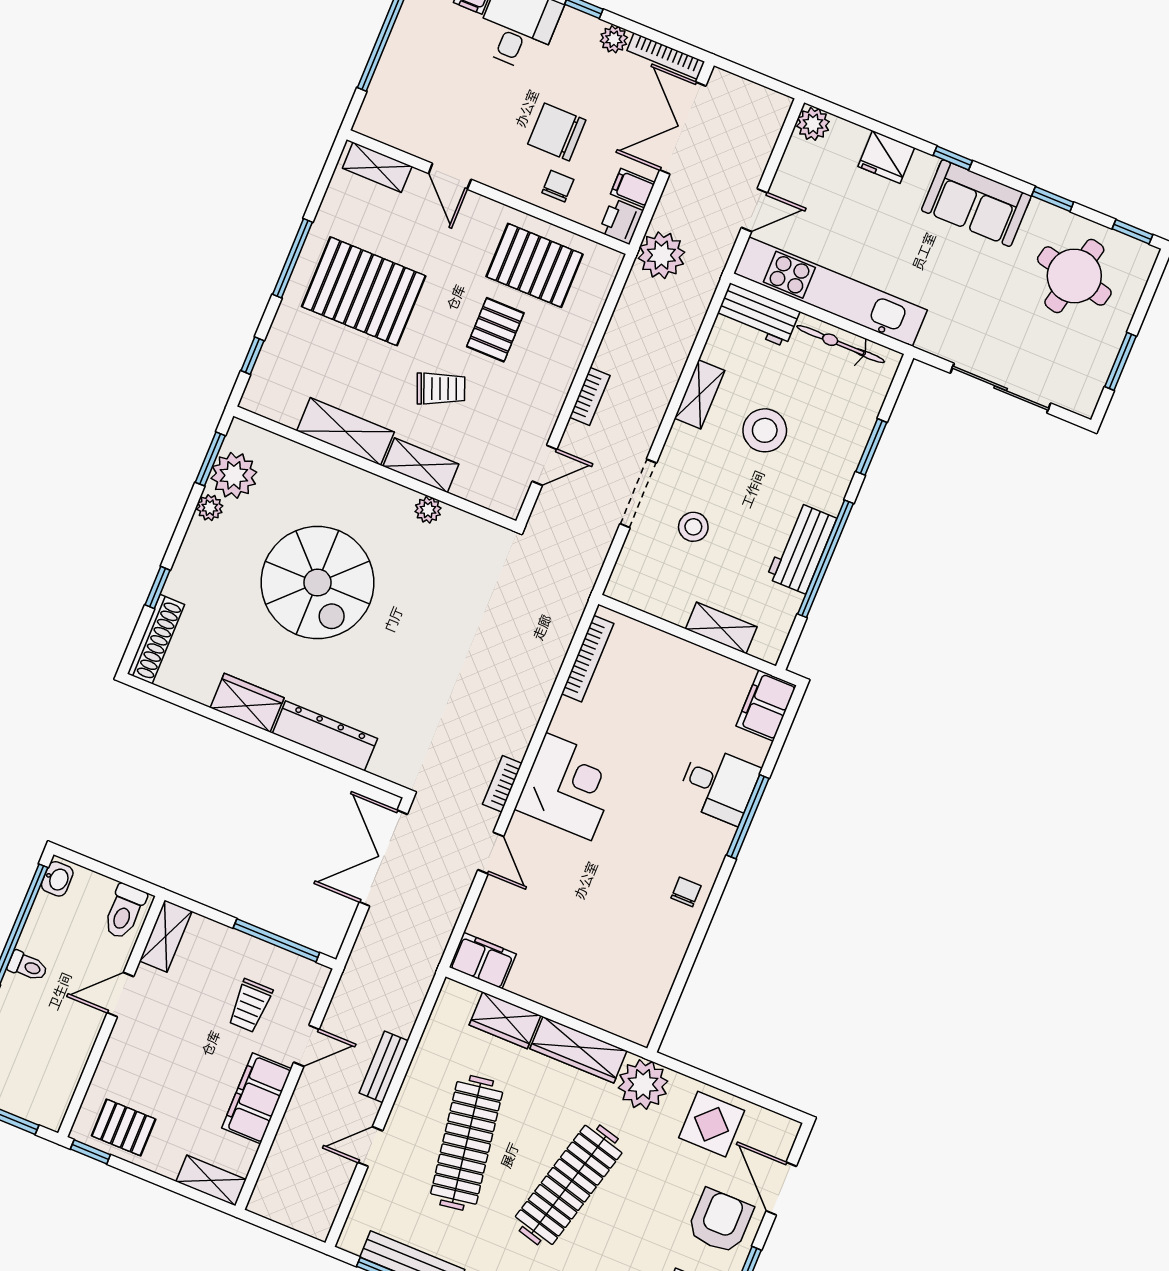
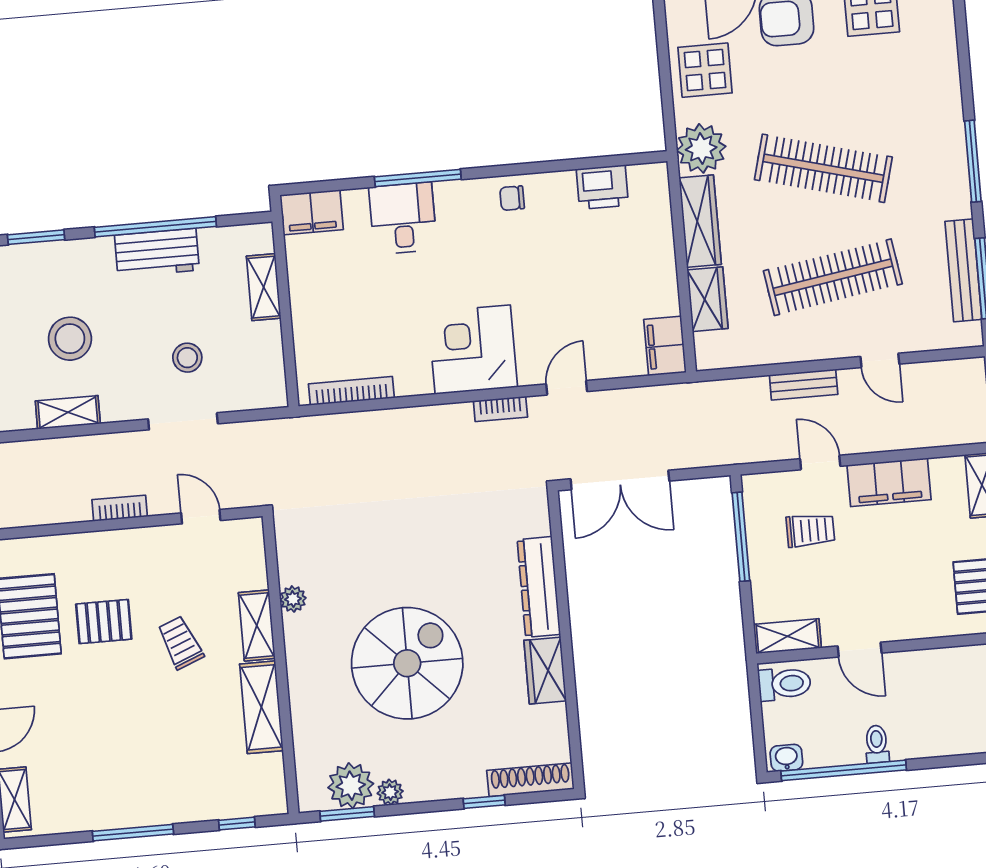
pallet: (364, 291) -> (130, 755), removed
printer: (654, 978) -> (602, 187), added

